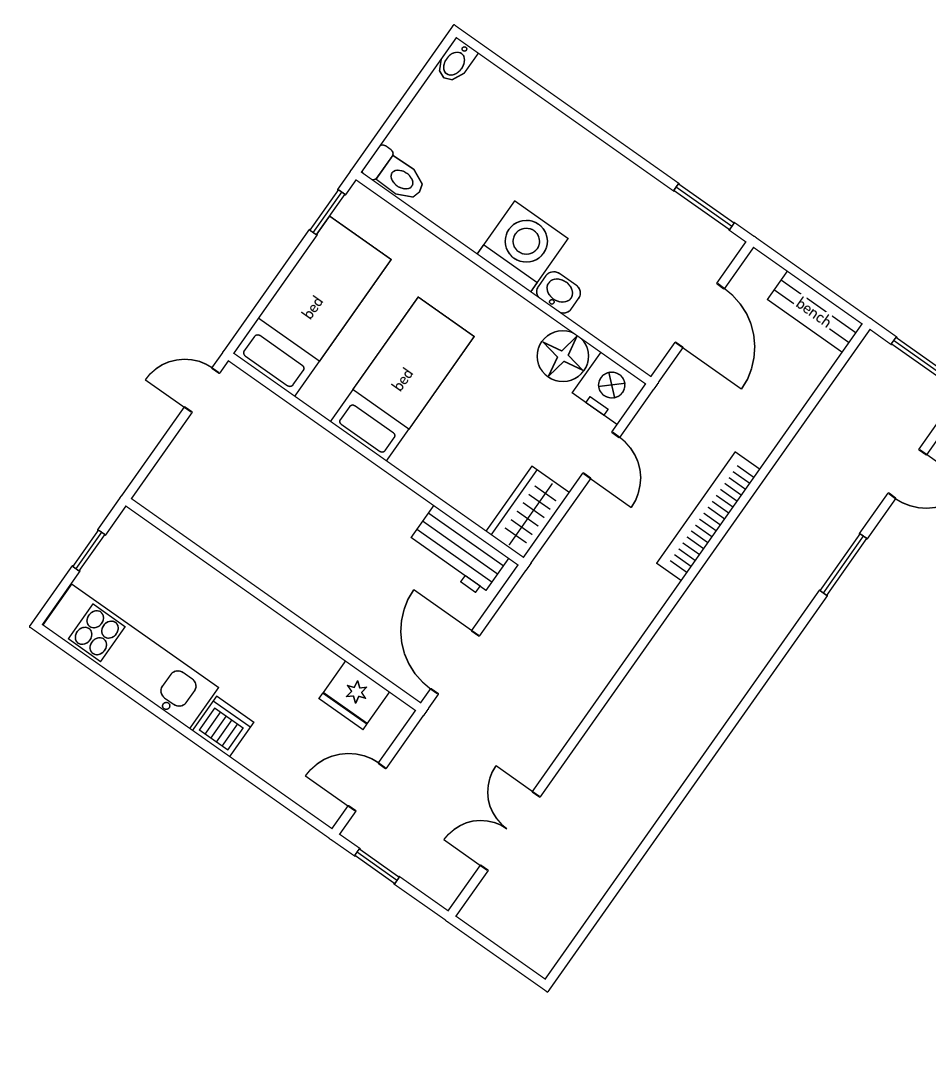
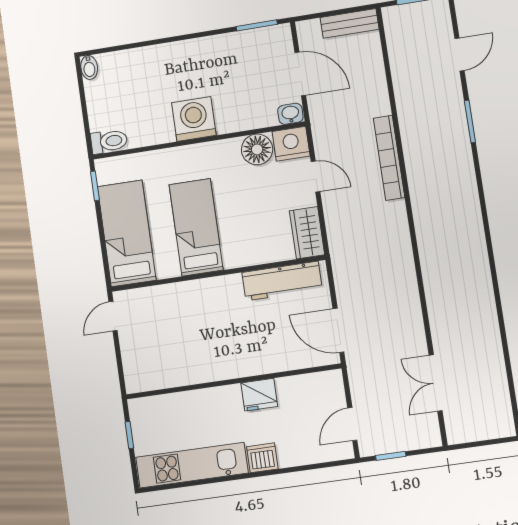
washbasin: (559, 292) -> (290, 114), moved
workbench: (458, 551) -> (282, 281), width x1.38
fridge: (354, 695) -> (259, 395), moved

